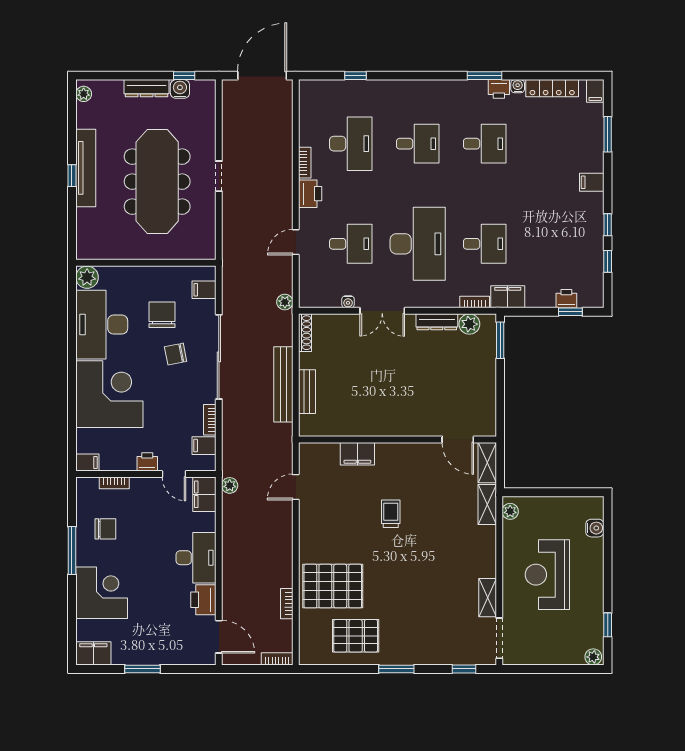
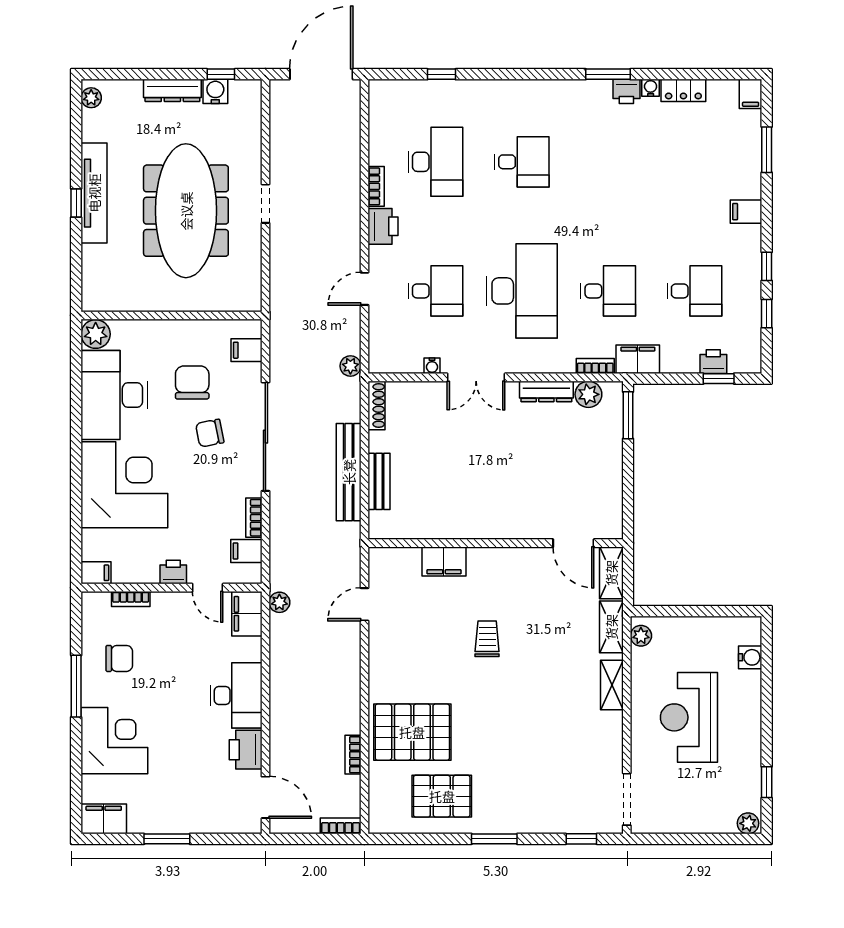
locker: (552, 88) -> (683, 90), width x0.66
desk: (485, 144) -> (694, 291), moved
shelving: (488, 598) -> (612, 685), moved

